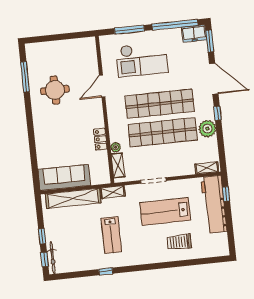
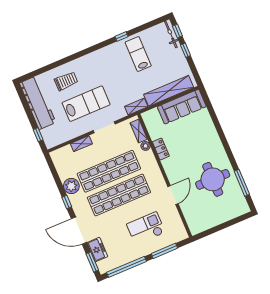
freezer: (194, 33) -> (97, 250), moved, turned 90
checkout: (142, 60) -> (146, 228), width x0.73, depth x0.83
round table: (55, 90) -> (213, 179), width x1.36, depth x1.36
shelving: (207, 168) -> (81, 144), moved
workbench: (214, 204) -> (38, 103), moved
lab bench: (111, 235) -> (138, 54), moved

